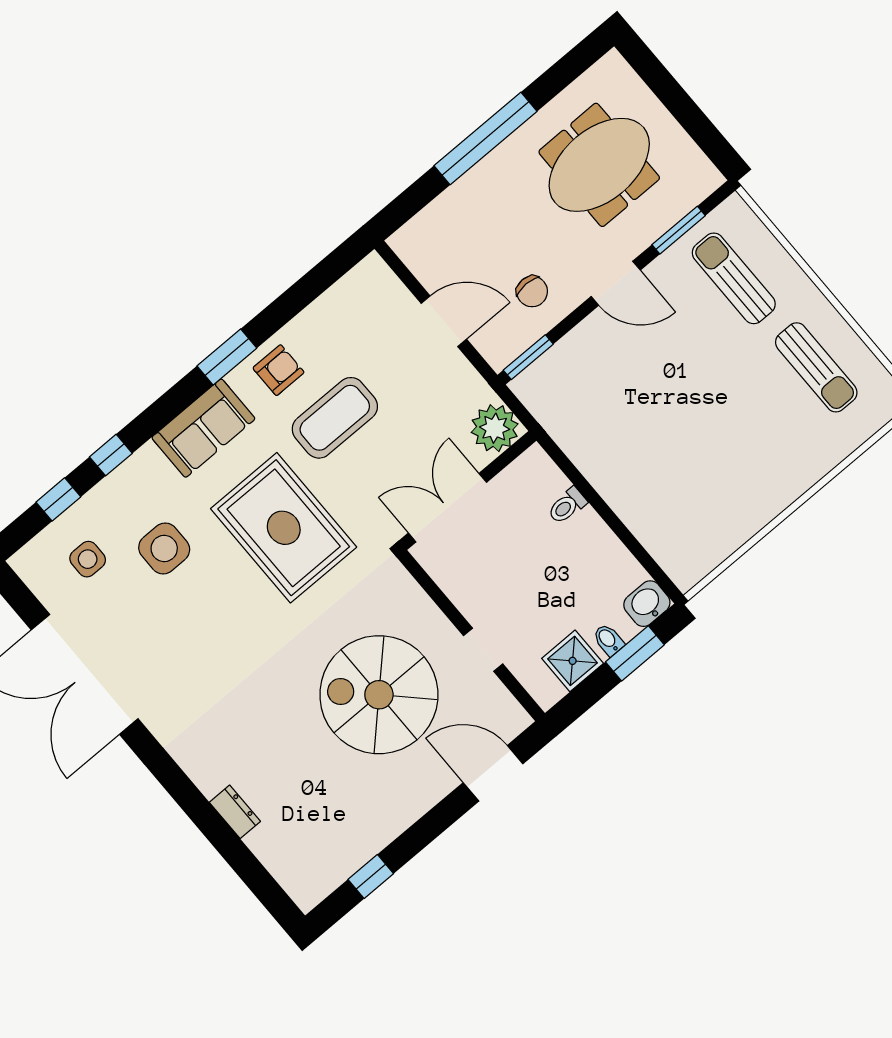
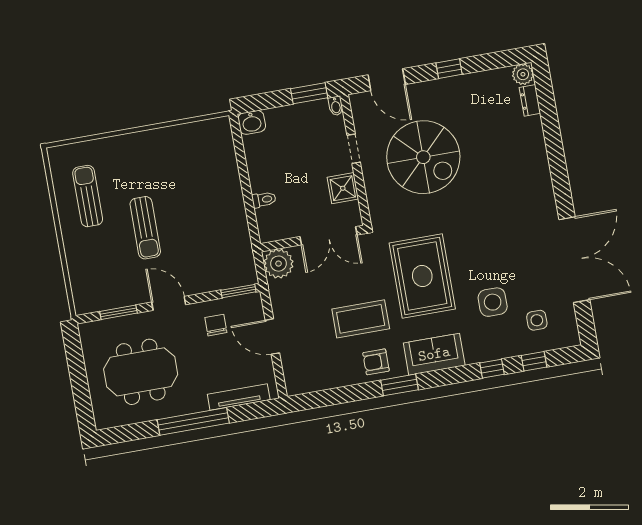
tv unit: (442, 209) -> (239, 397), added
sun lounger: (734, 278) -> (145, 228), moved
bidet: (608, 640) -> (336, 106), moved
window: (635, 653) -> (309, 93), moved
shower: (573, 661) -> (343, 188), moved
dresser: (235, 812) -> (530, 100), moved
window: (371, 877) -> (449, 69), moved
plant: (307, 891) -> (523, 74), added

